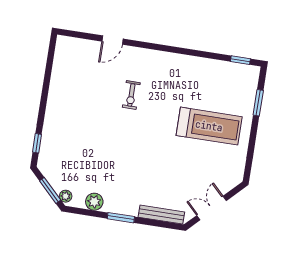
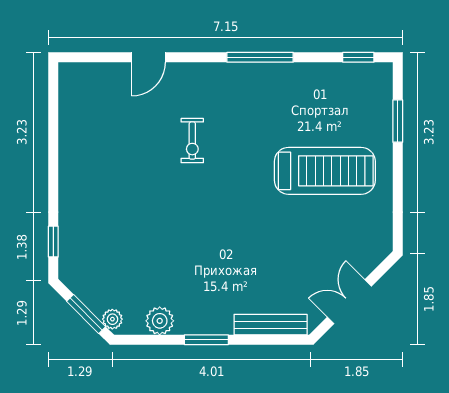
window: (180, 51) -> (260, 57), added

